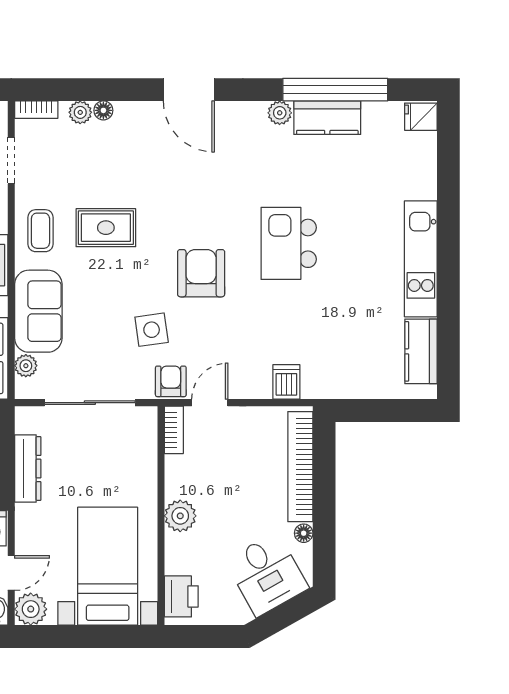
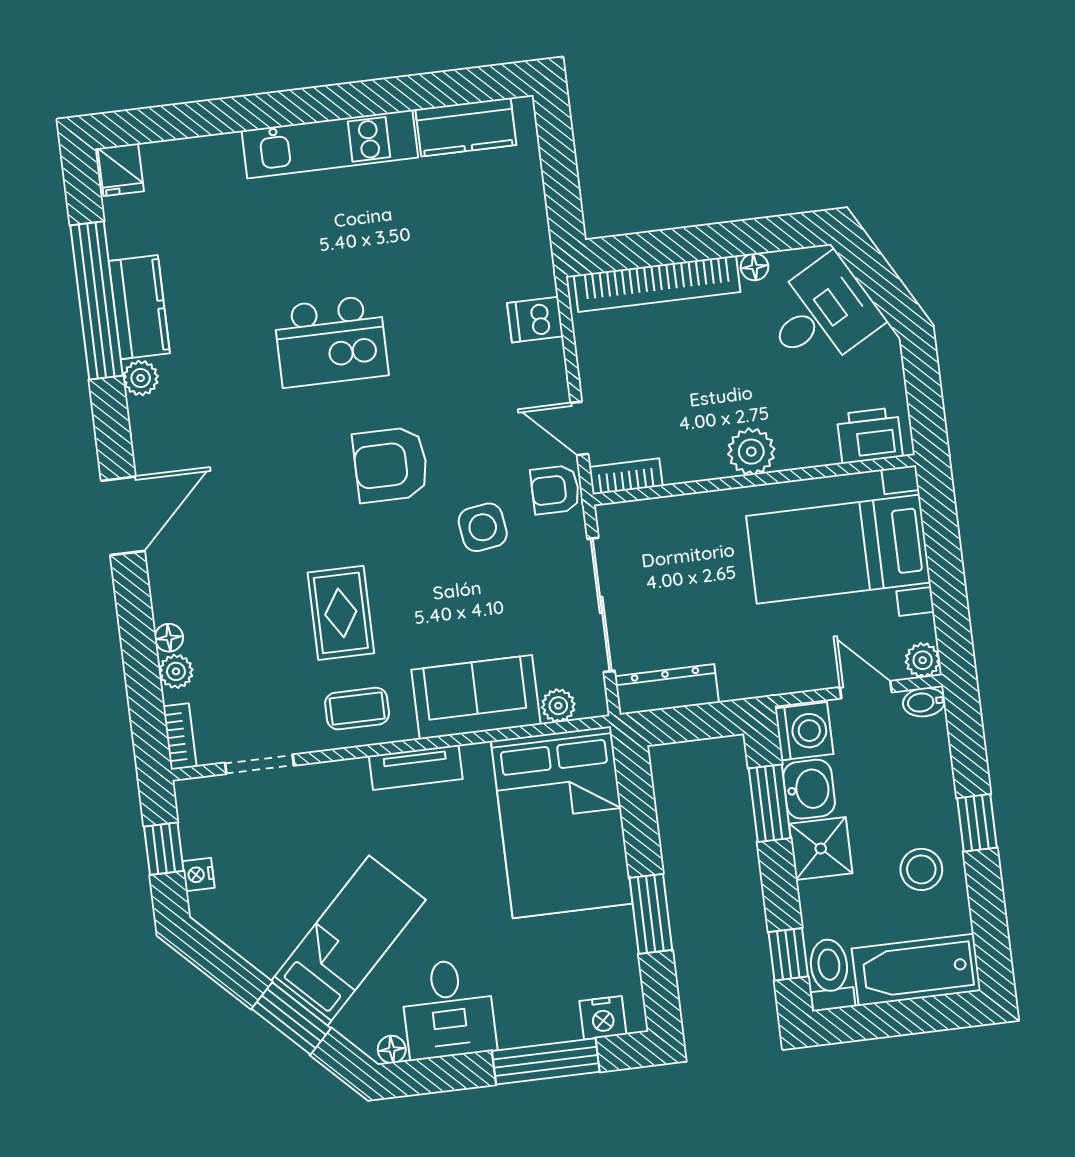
dresser: (28, 469) -> (667, 689), moved
plant: (31, 609) -> (923, 660), width x0.73, depth x0.73

